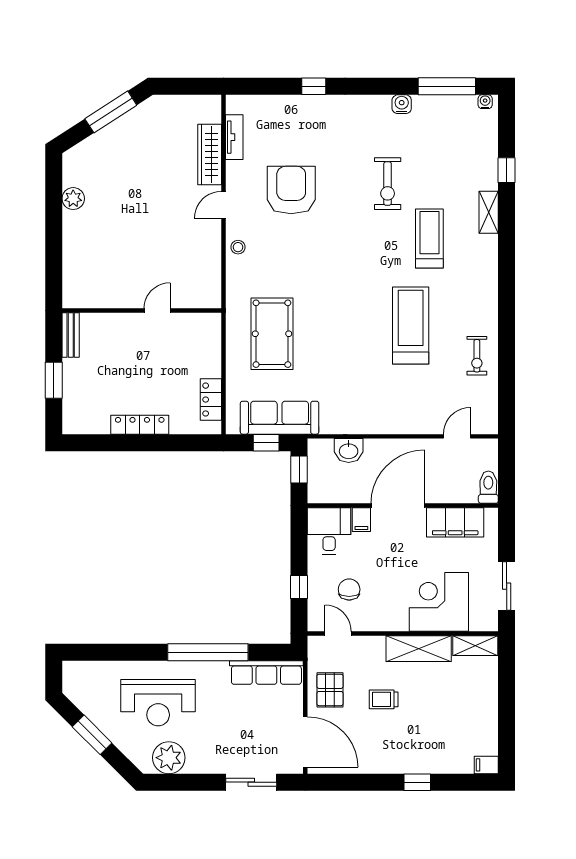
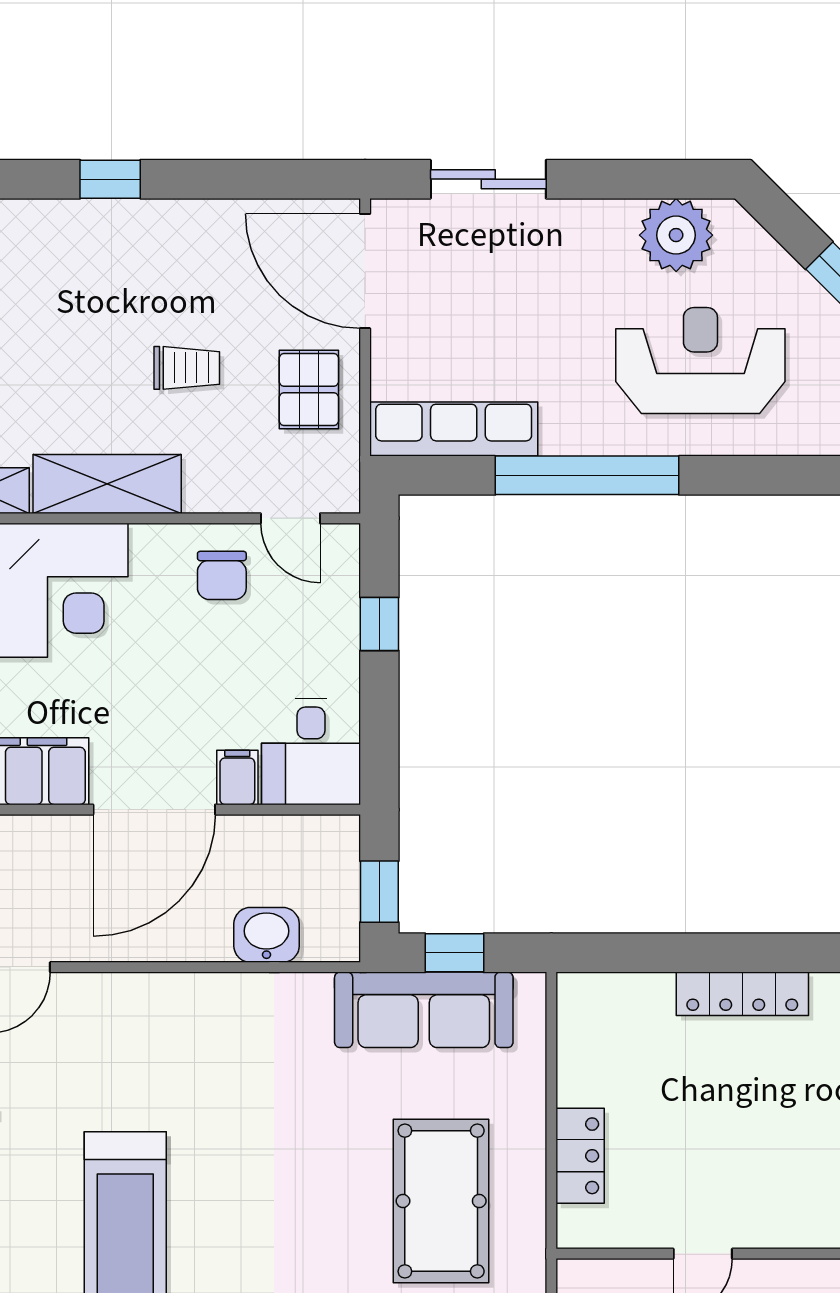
locker: (211, 400) -> (580, 1156), moved
chair: (349, 589) -> (222, 575), moved

